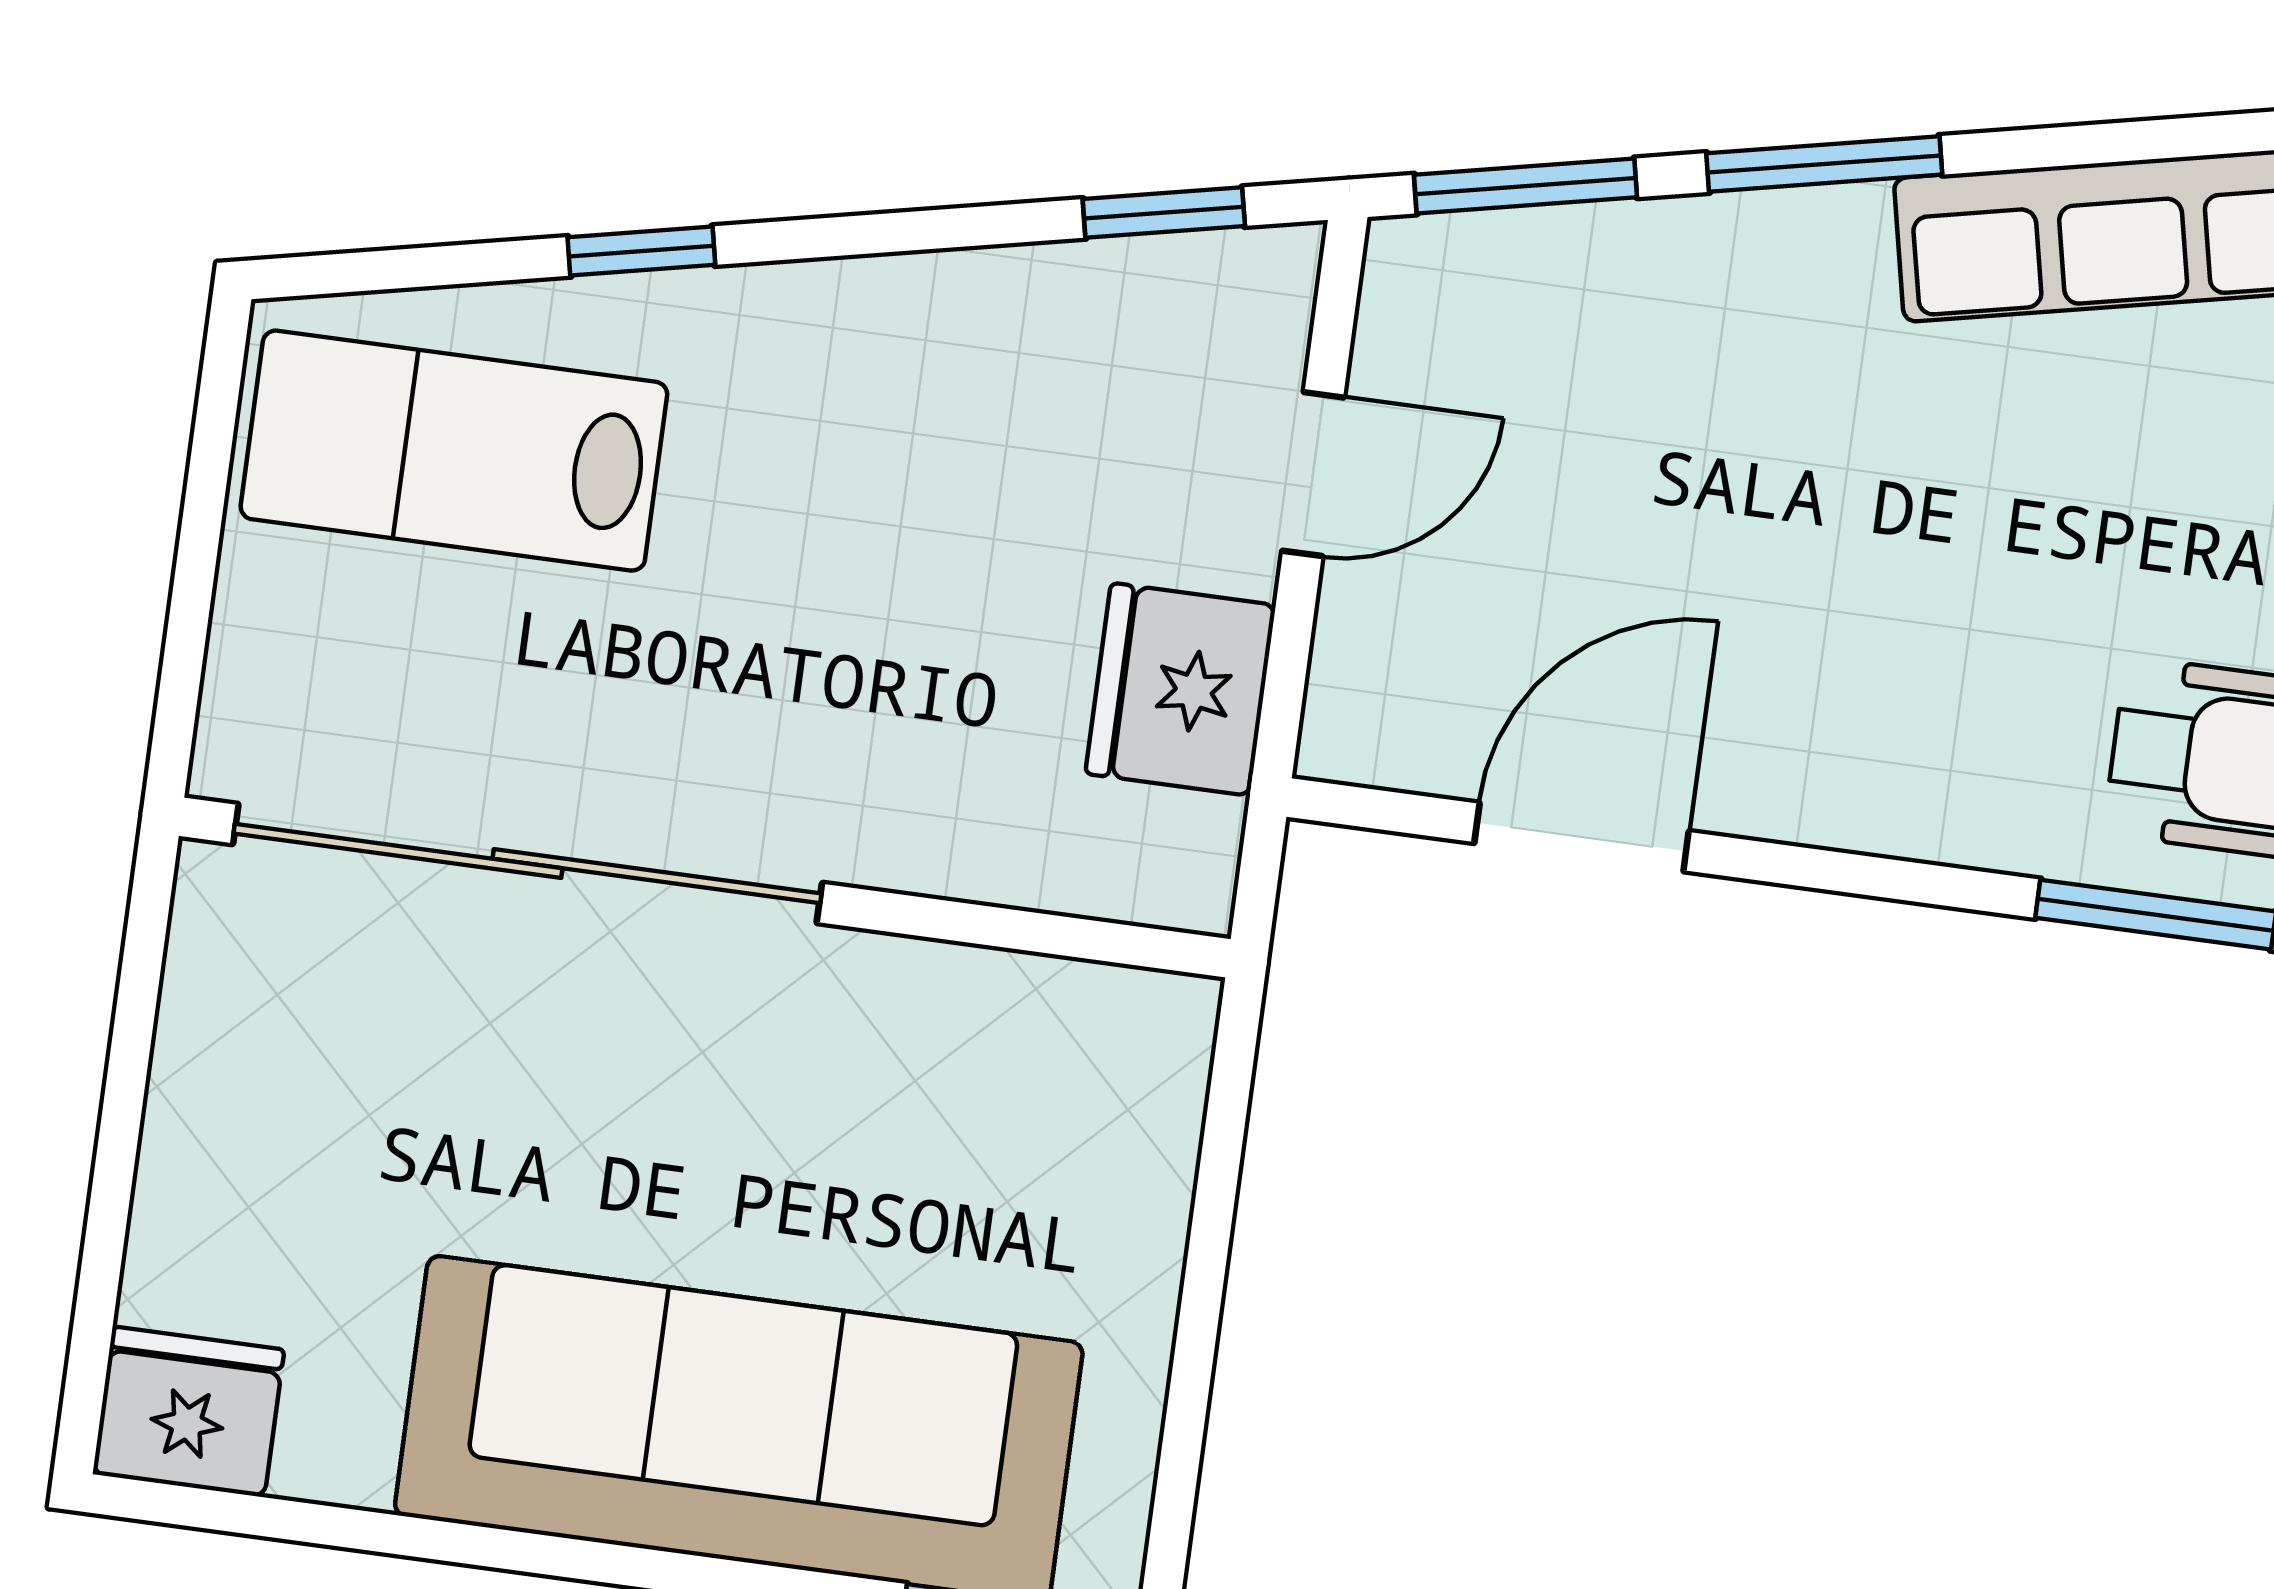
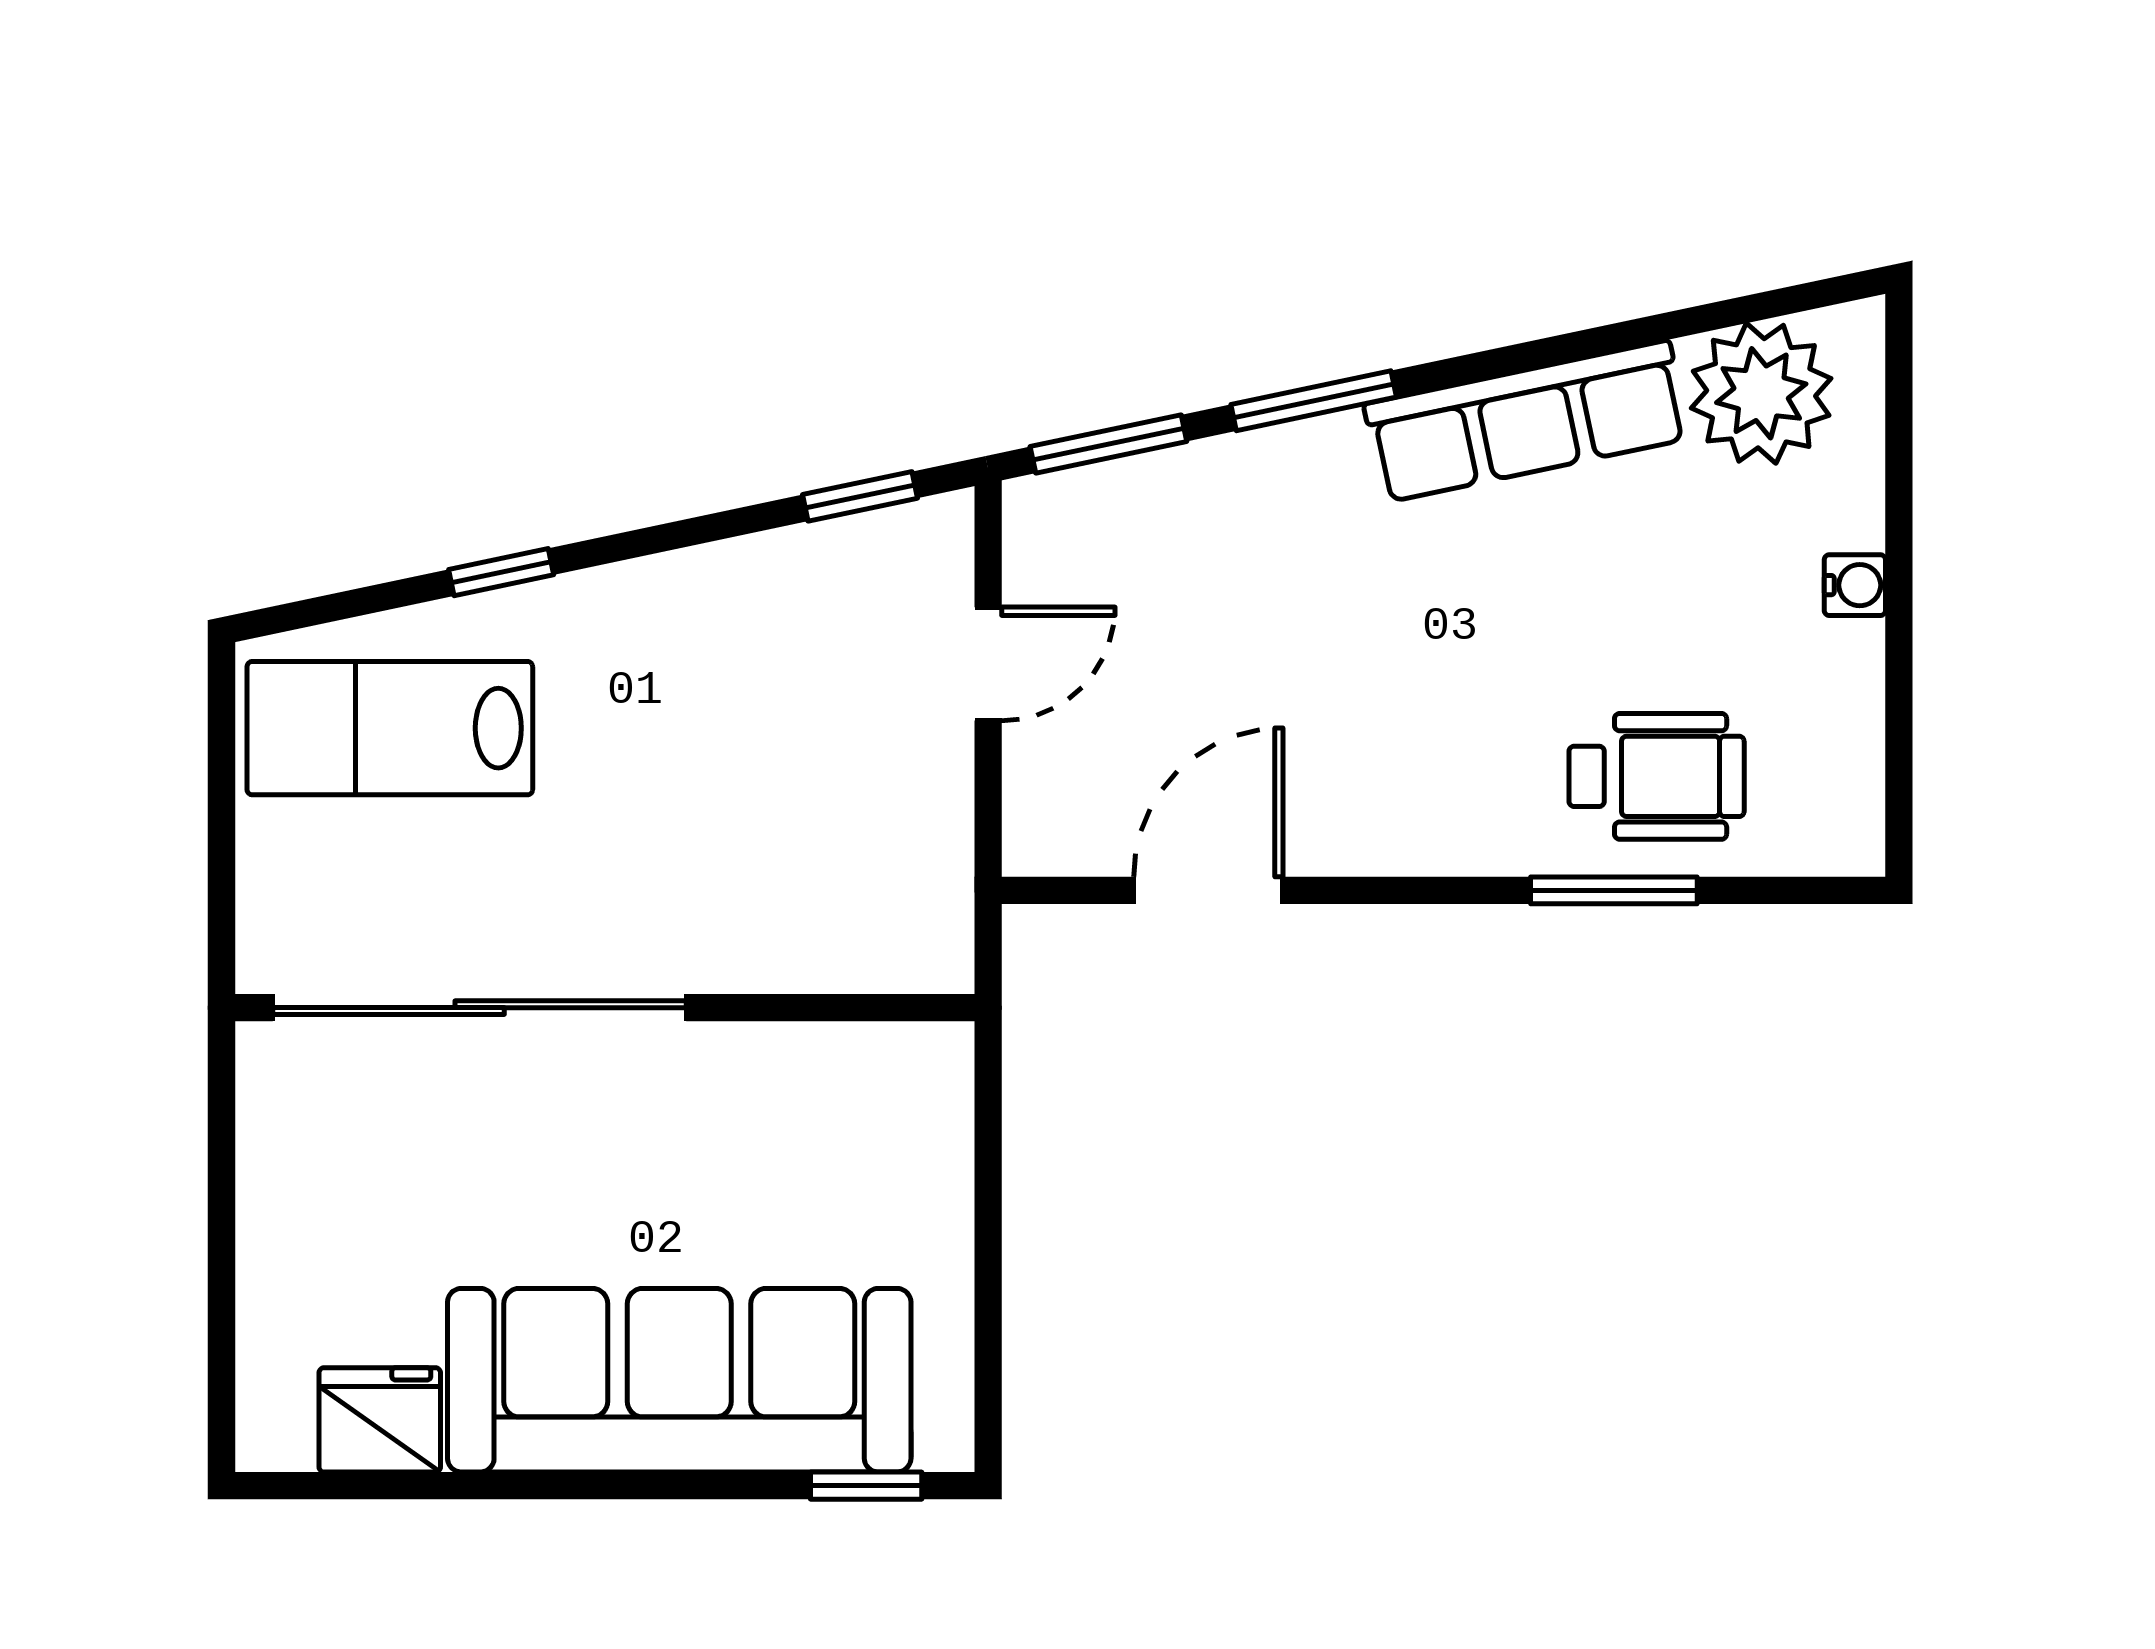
fridge: (1181, 689) -> (916, 826), removed
fridge: (188, 1412) -> (380, 1420), moved

